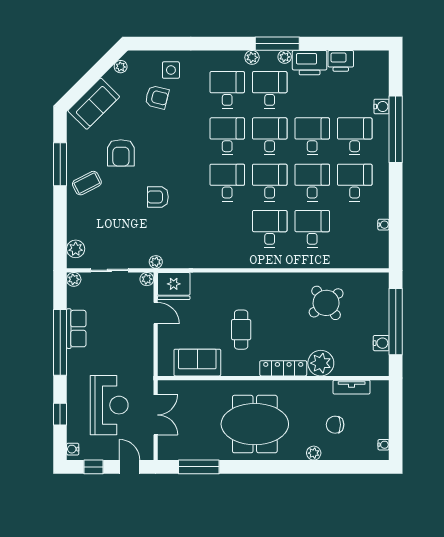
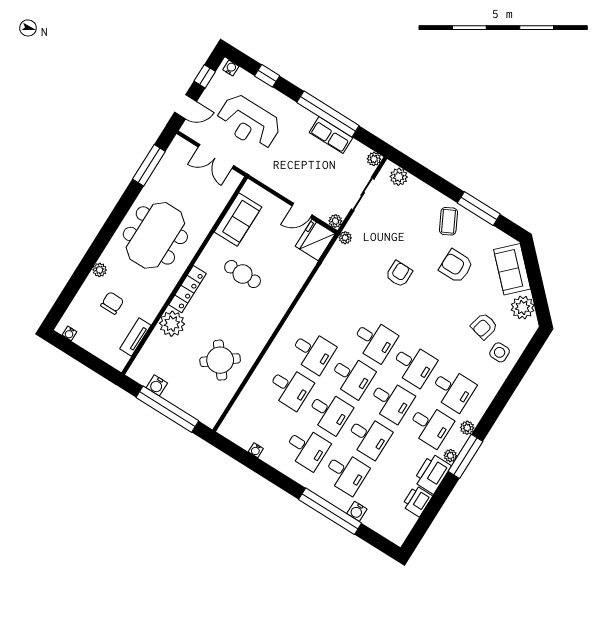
plant: (121, 67) -> (523, 307), width x1.88, depth x1.88

